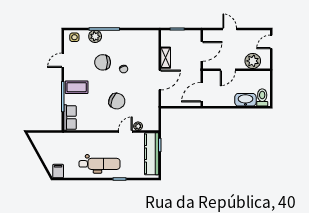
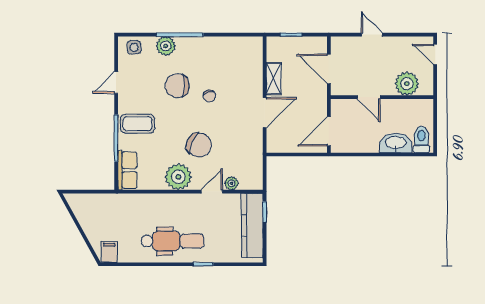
door: (271, 42) -> (435, 54), hinge flipped
door: (202, 51) -> (329, 69), swing flipped
door: (228, 70) -> (369, 97), hinge flipped
plant: (103, 122) -> (178, 177), added

